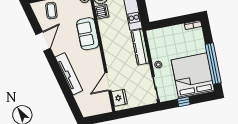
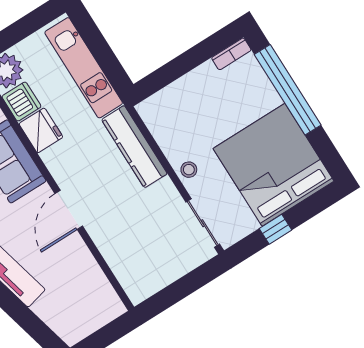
window: (213, 64) -> (288, 90), moved
door: (108, 82) -> (69, 210), moved
fridge: (119, 98) -> (41, 130), moved

